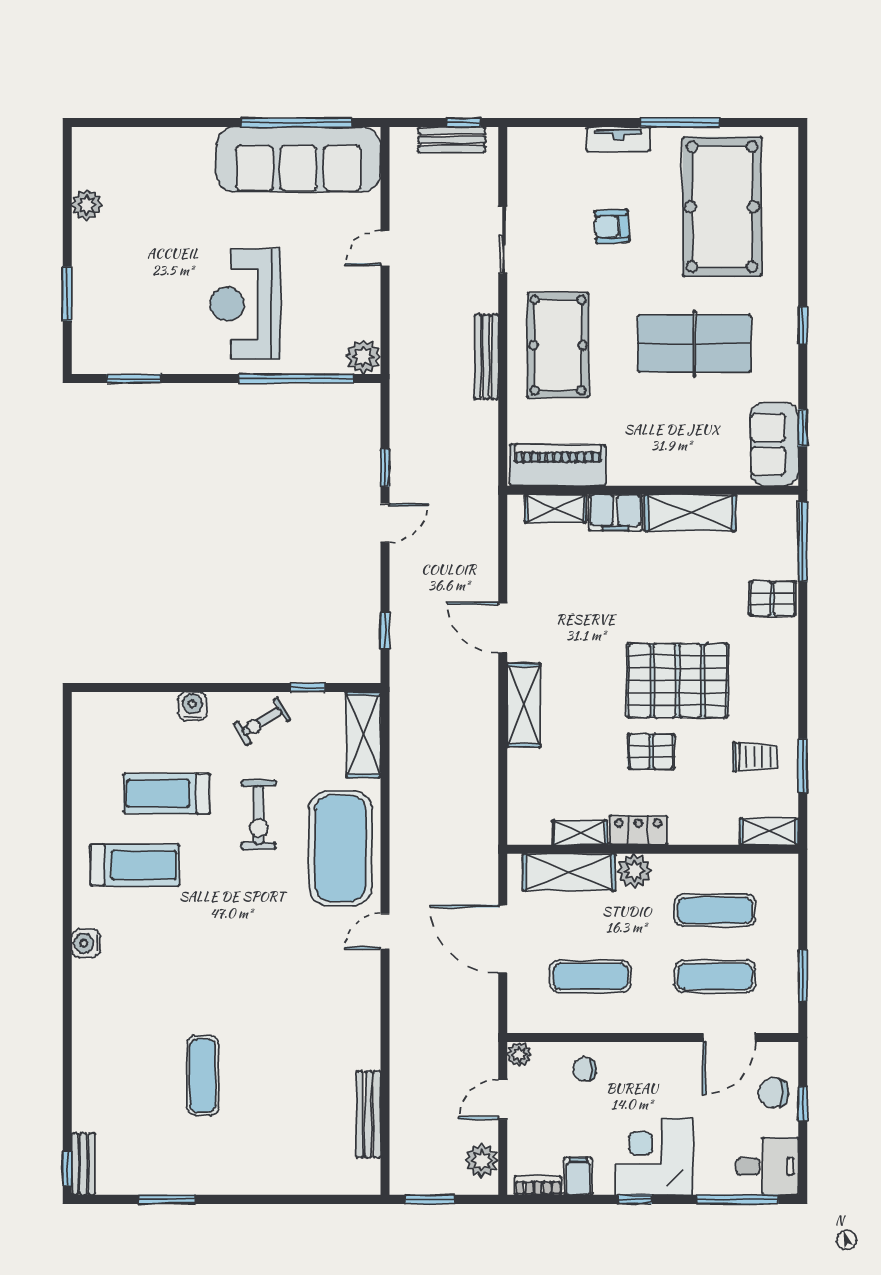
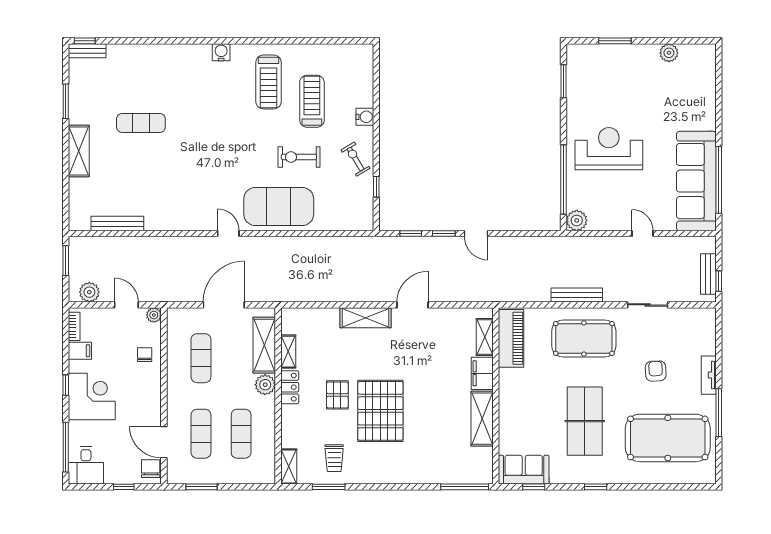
window: (385, 468) -> (444, 234), moved
pallet: (772, 599) -> (430, 468), removed
shelving: (363, 735) -> (79, 151), moved, turned 90
chair: (773, 1093) -> (151, 469), moved

